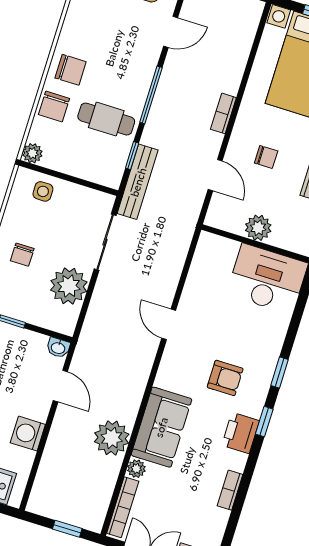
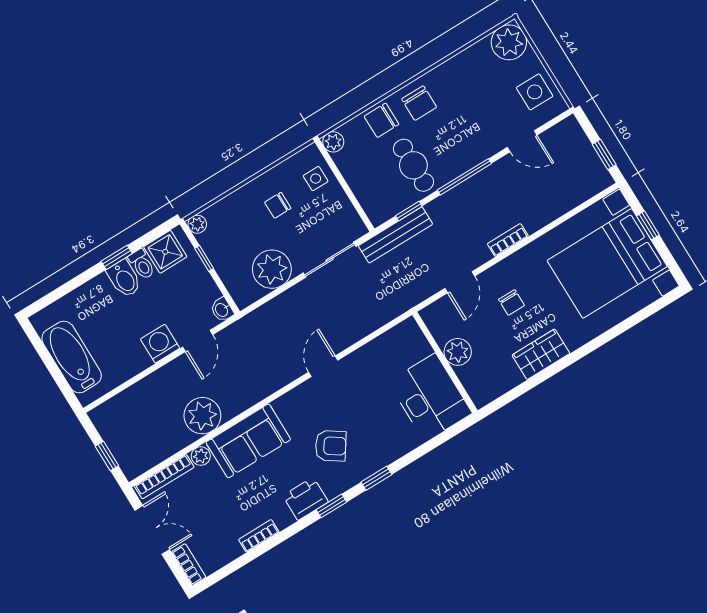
chair: (22, 255) -> (278, 205), moved
armchair: (225, 378) -> (331, 446), turned -56
washing machine: (28, 434) -> (160, 344), moved

